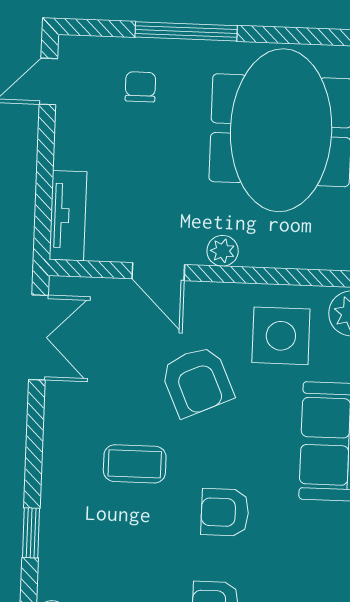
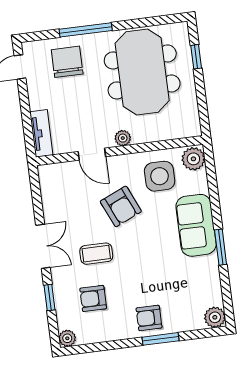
chair: (140, 87) -> (67, 62), width x1.87, depth x1.87
double door: (39, 337) -> (43, 246), moved
armchair: (225, 512) -> (93, 298), moved

